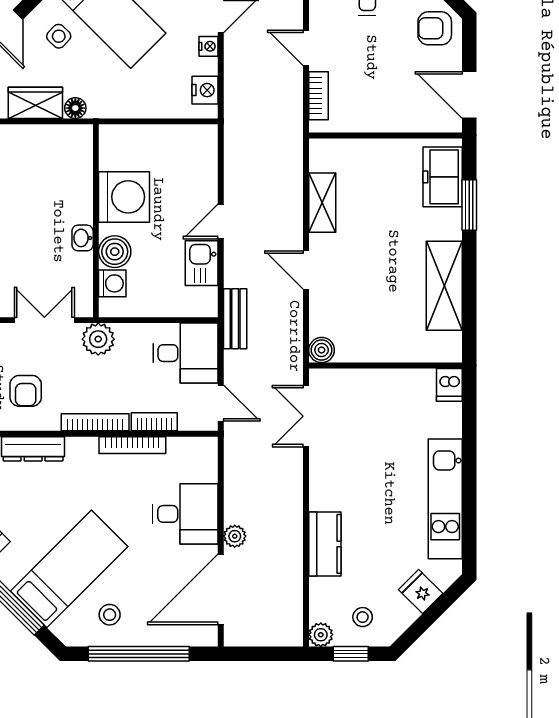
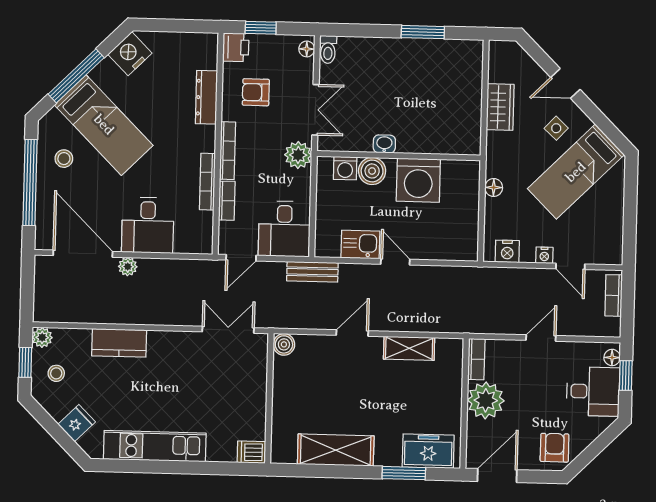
bookcase: (318, 96) -> (476, 359), moved, turned -90
floor lamp: (75, 108) -> (494, 188), moved
plant: (381, 111) -> (486, 400), added

